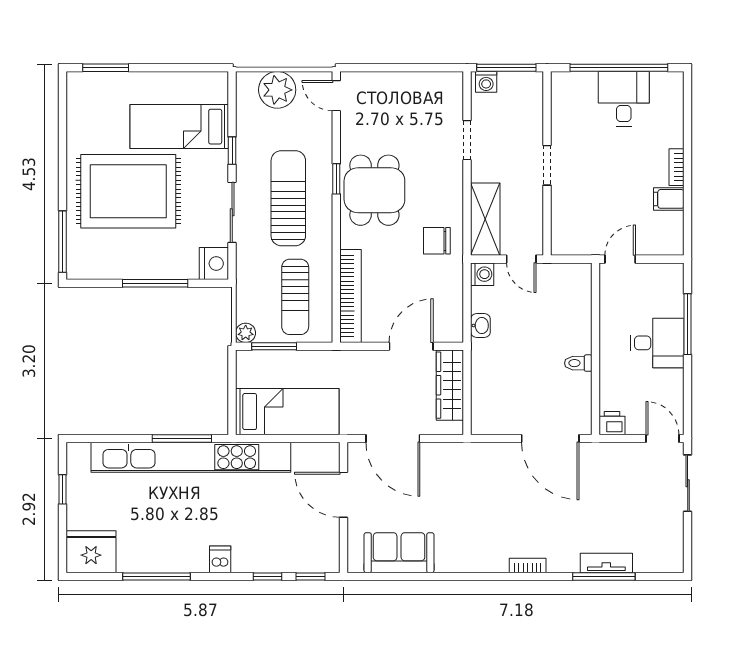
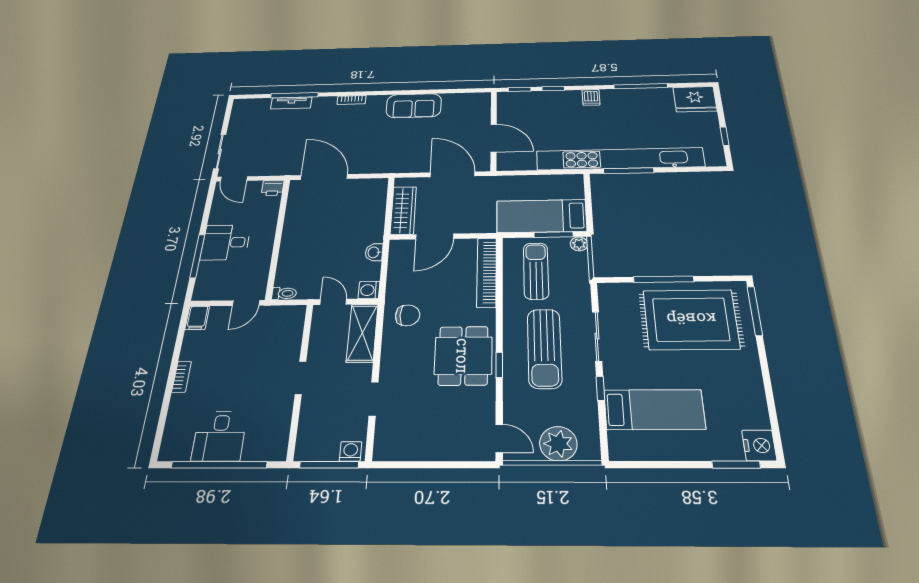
rug: (128, 191) -> (691, 319), moved
filing cabinet: (669, 199) -> (197, 318), moved, turned 90
nightstand: (214, 263) -> (759, 445), moved, turned 180
toilet: (578, 363) -> (284, 293), moved
bed: (287, 412) -> (541, 216), moved
sofa: (399, 553) -> (414, 106), moved

